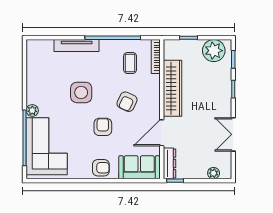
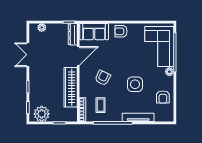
armchair: (103, 127) -> (163, 97), moved
double door: (233, 134) -> (28, 55), swing flipped

